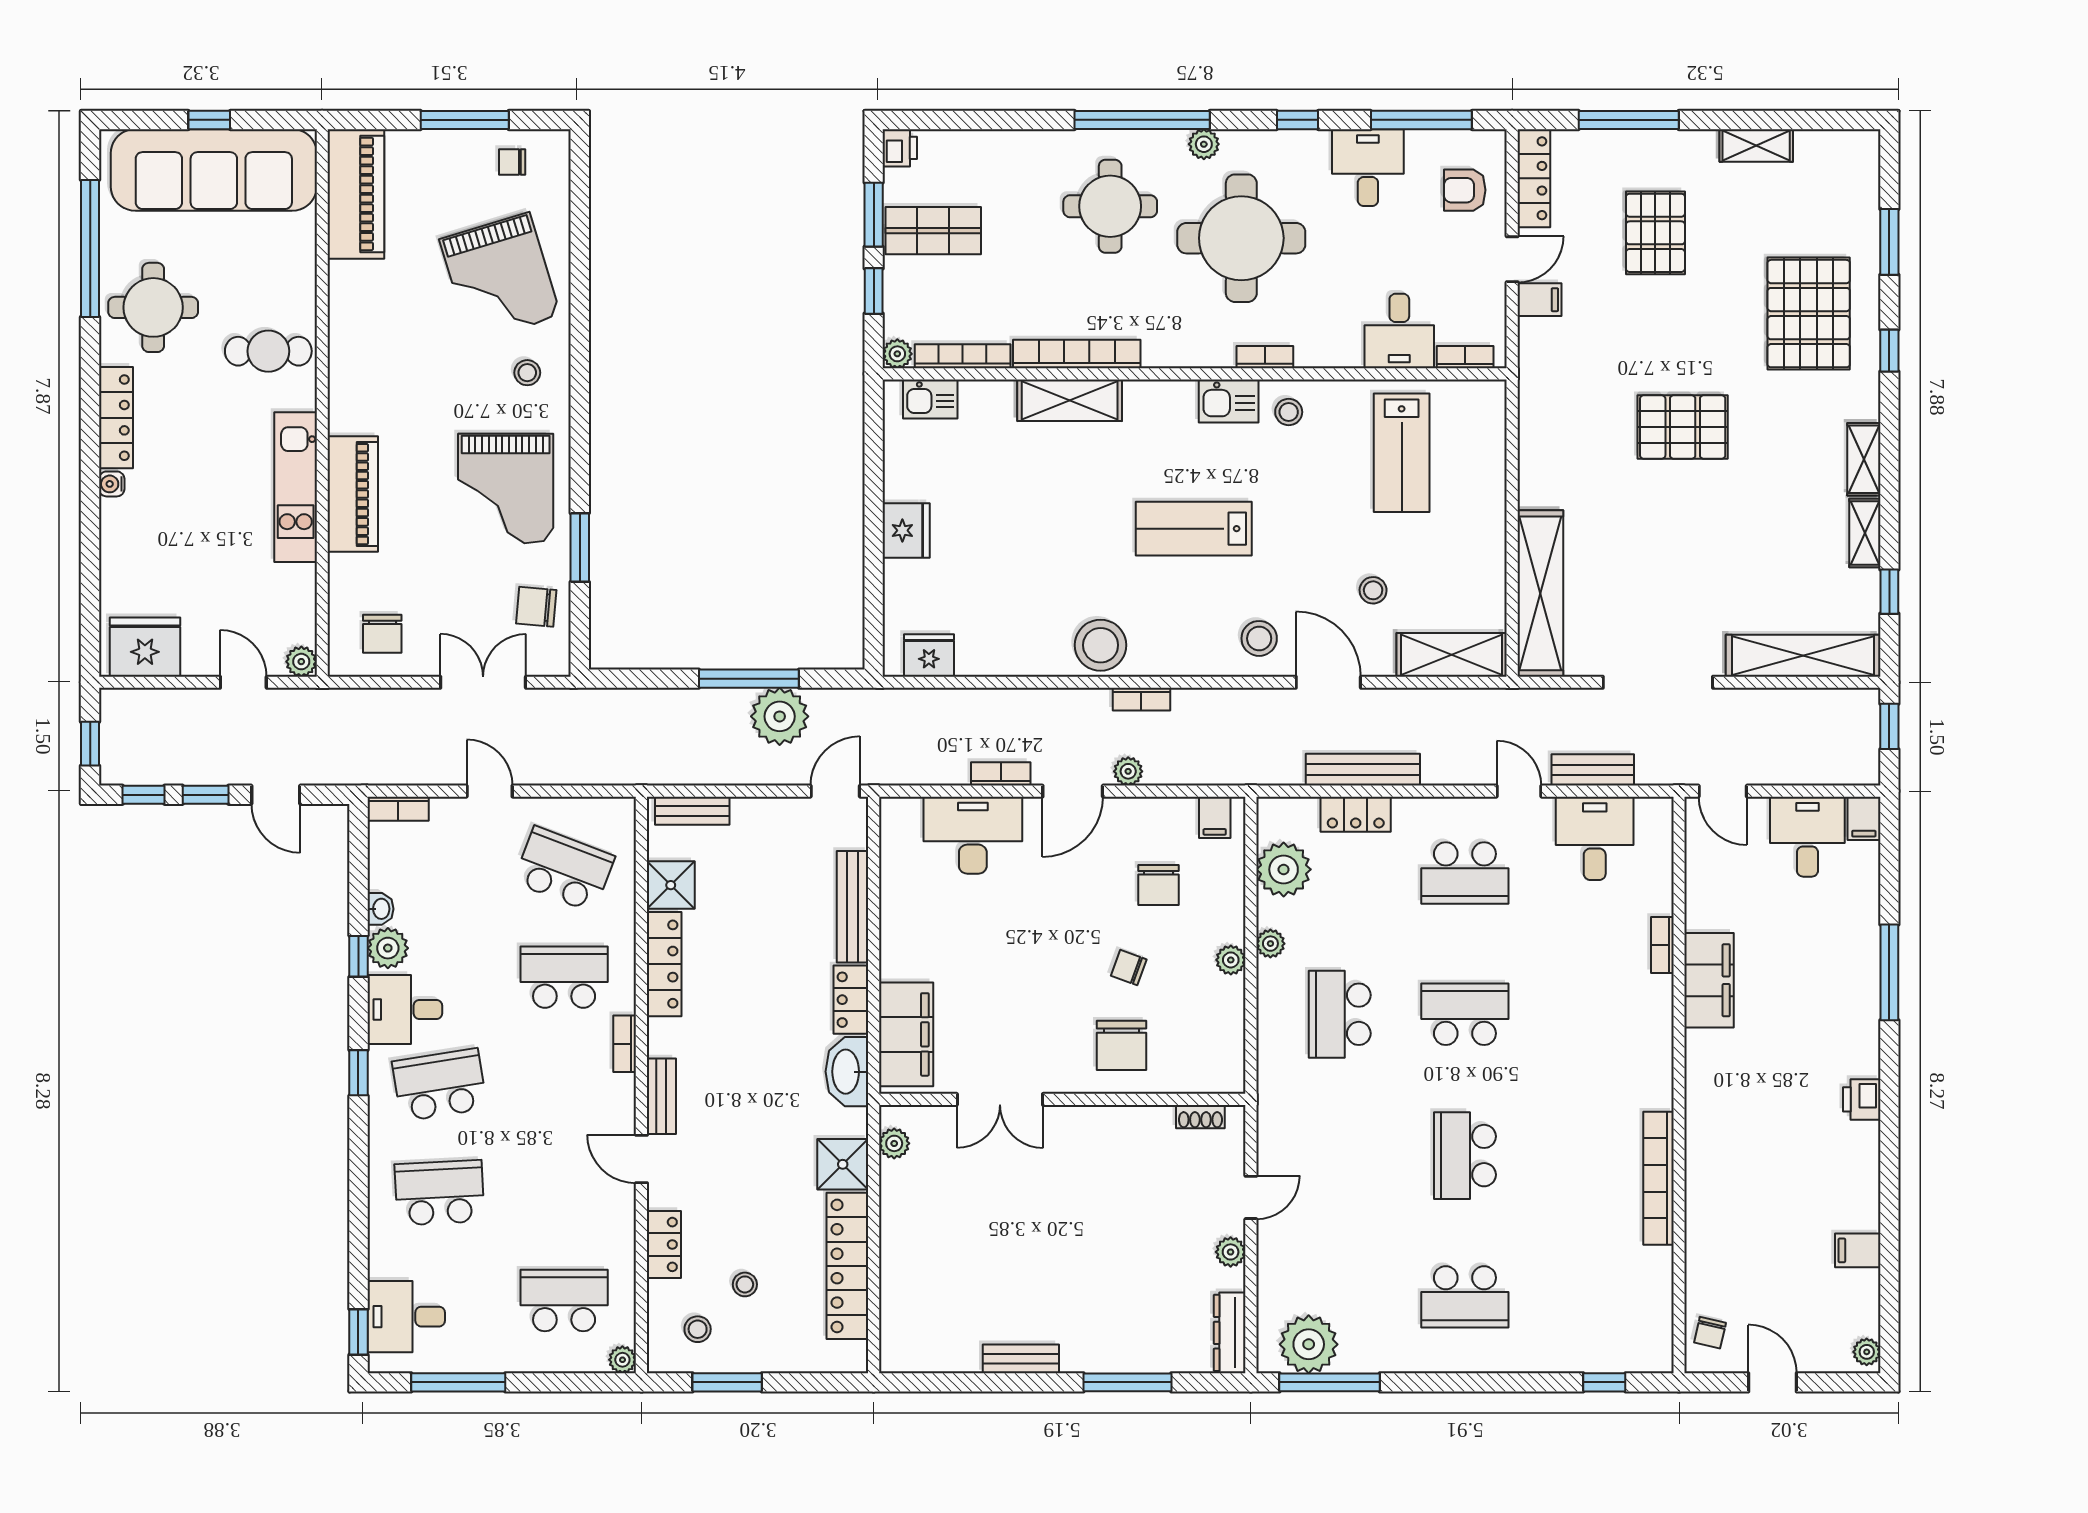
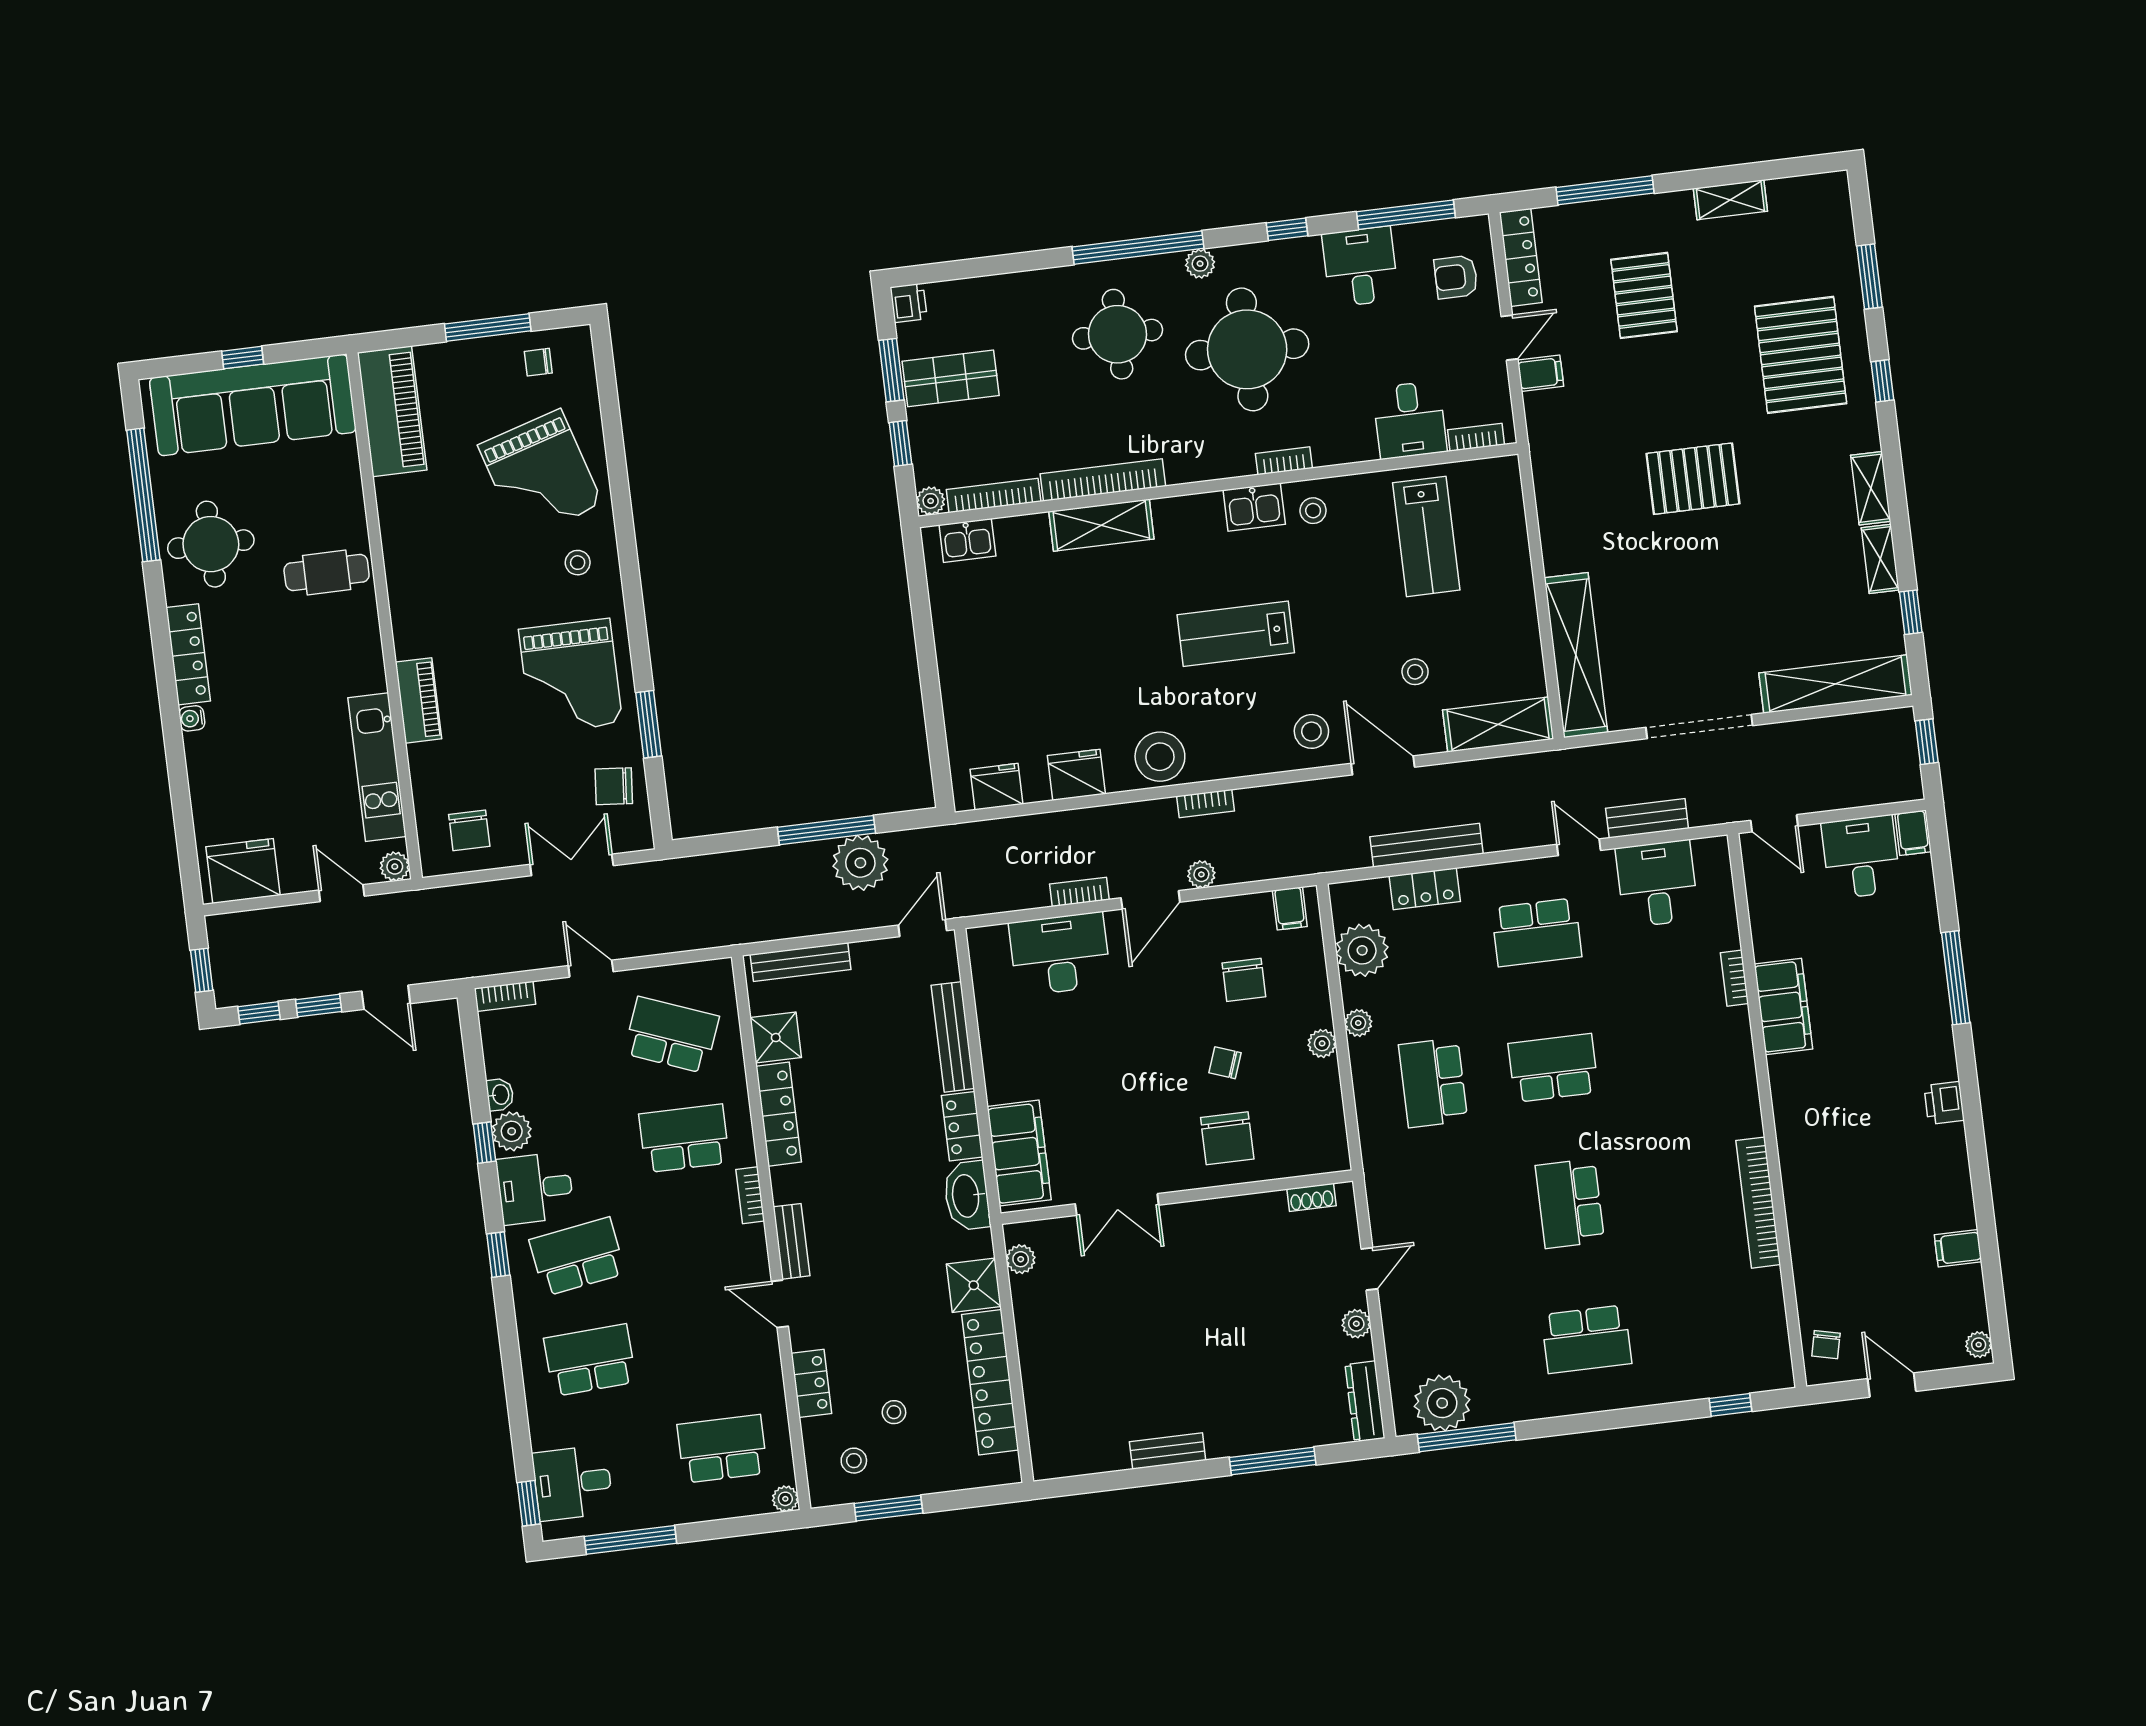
kitchen unit: (296, 487) -> (377, 767), moved
piano: (353, 494) -> (419, 700), width x0.73, depth x0.75
fridge: (906, 530) -> (1076, 775), moved, turned -90
bench: (692, 811) -> (801, 962), width x1.36

